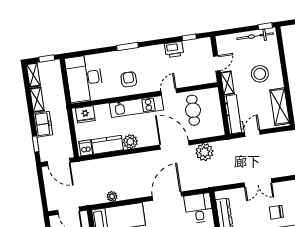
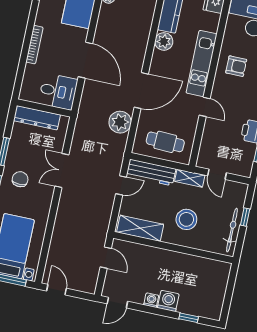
window: (265, 26) -> (245, 217), moved
cafe table: (193, 110) -> (165, 142), moved
door: (252, 133) -> (121, 185), hinge flipped

